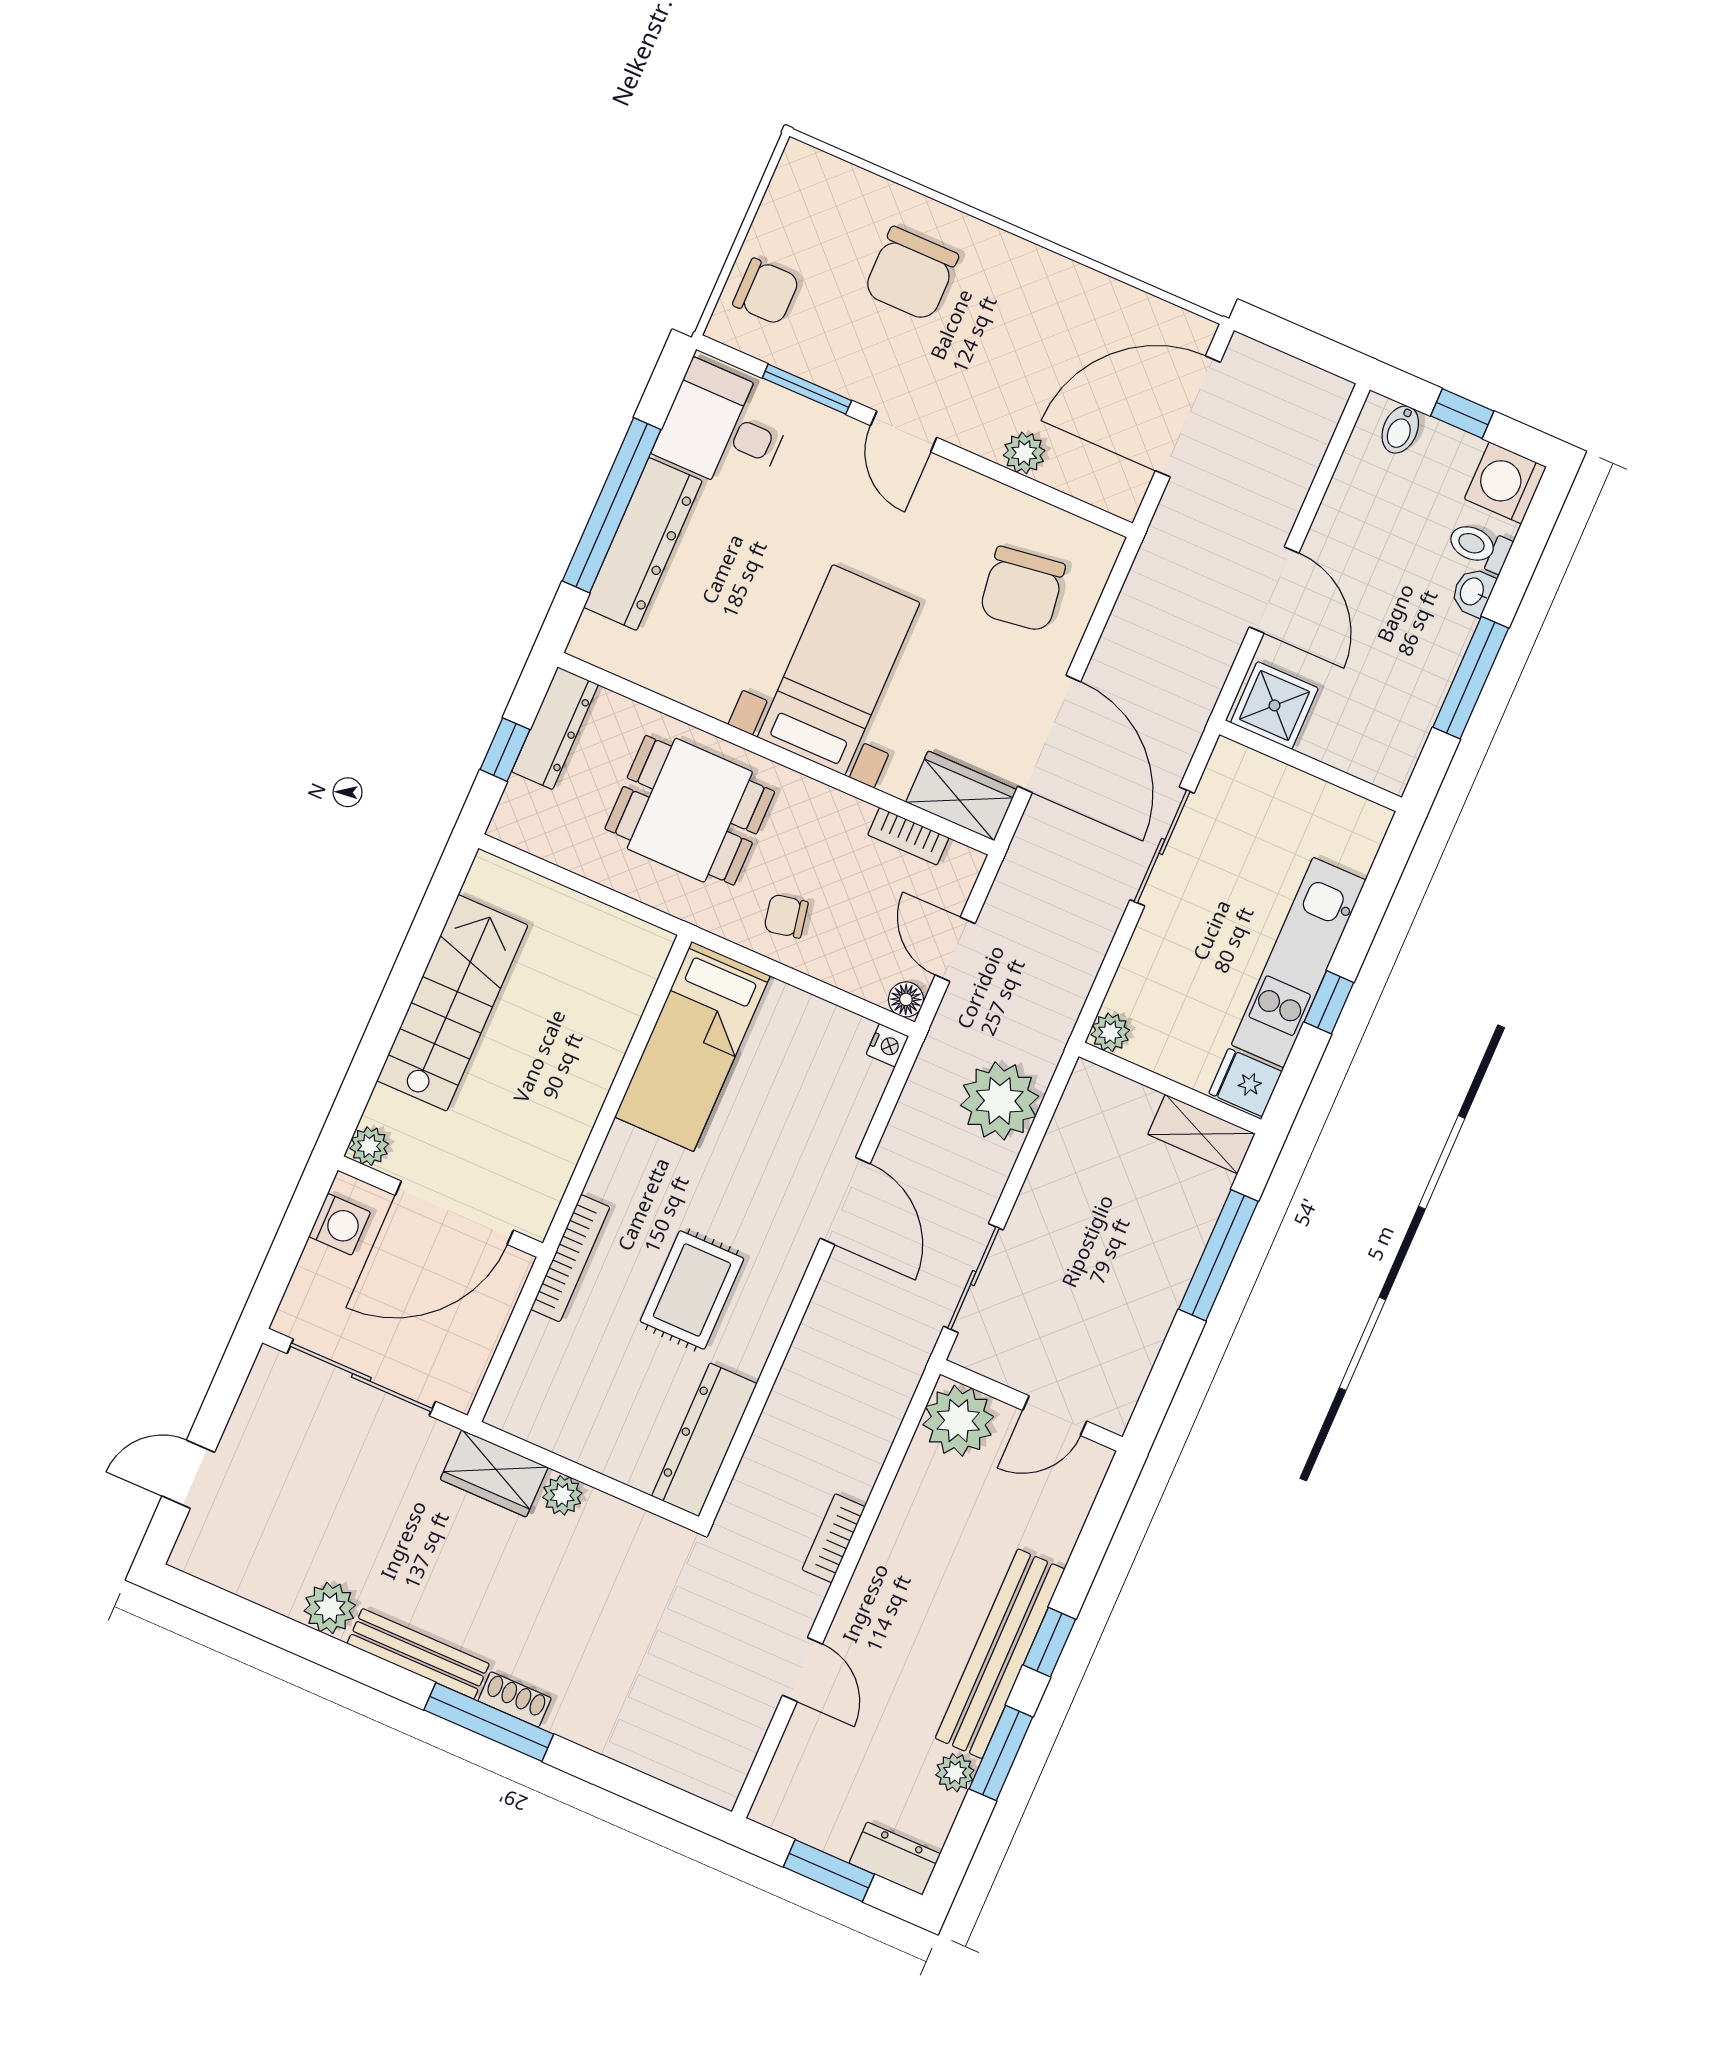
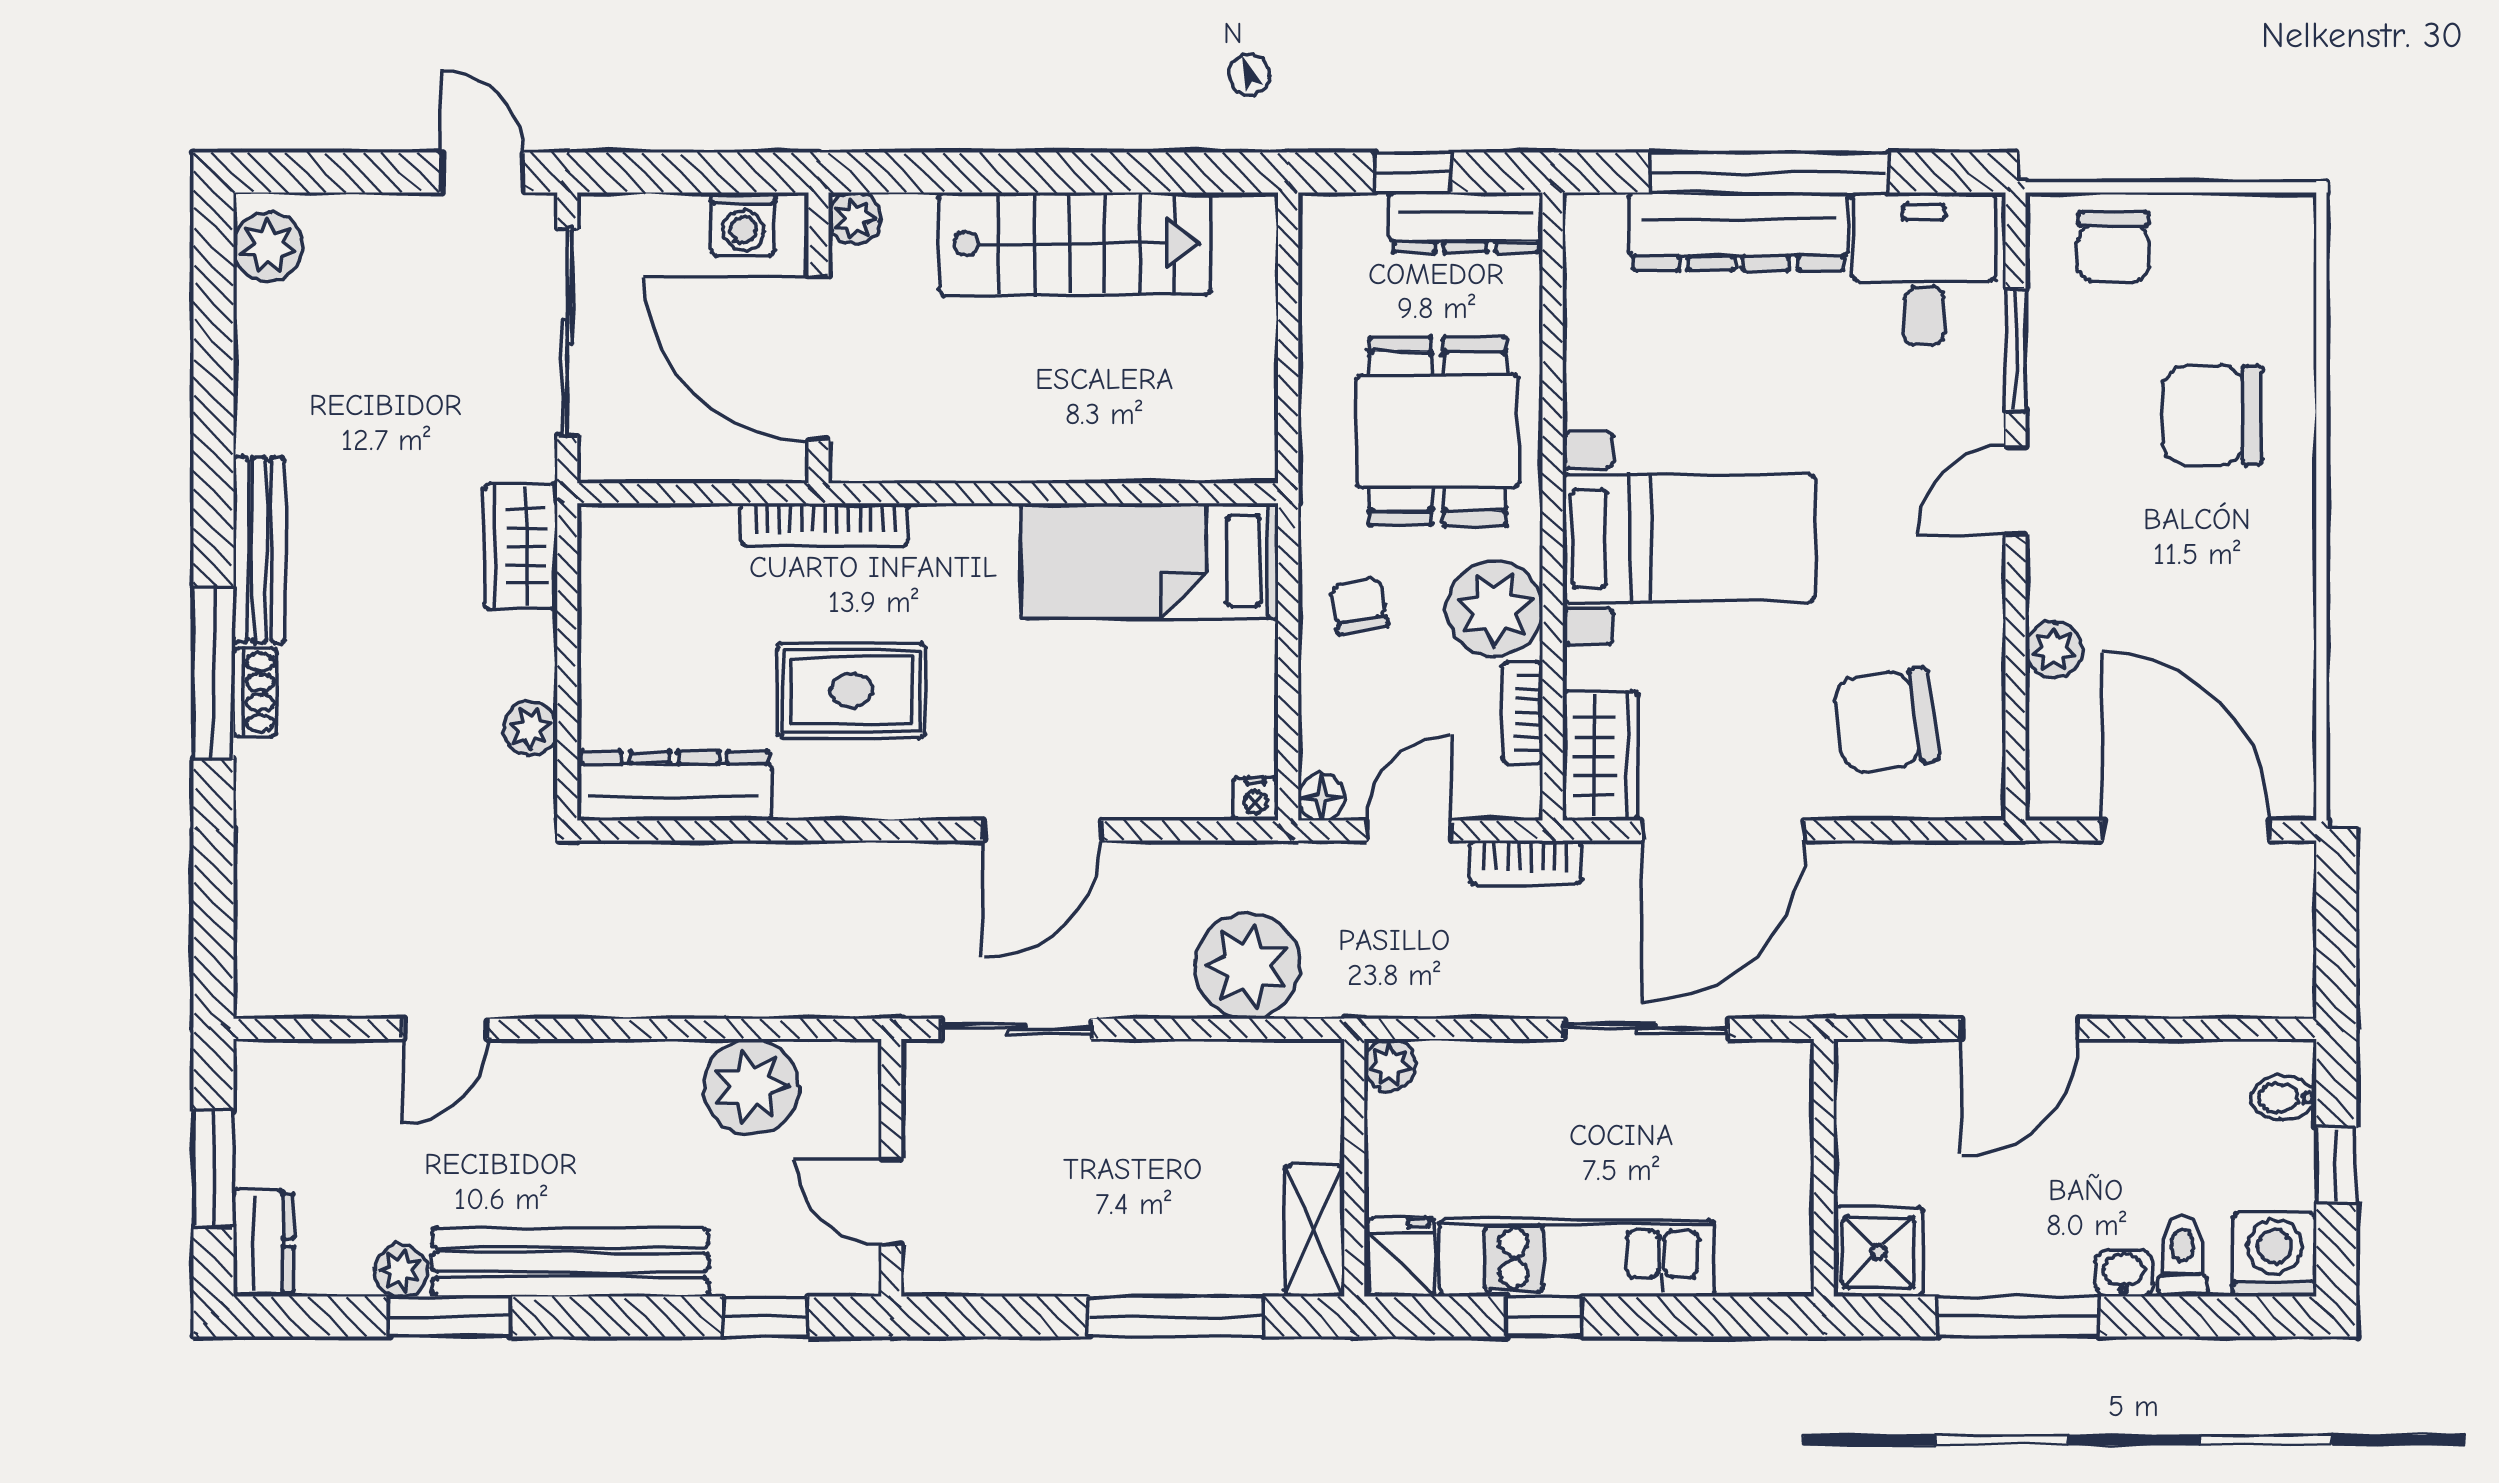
shower: (1274, 705) -> (1878, 1252), moved
plant: (829, 824) -> (1495, 609), added
plant: (958, 1421) -> (751, 1087), moved
door: (188, 1474) -> (482, 172), moved
plant: (562, 1495) -> (530, 728), moved
bookcase: (834, 1538) -> (1525, 863), moved, turned 180
plant: (330, 1608) -> (268, 247), moved
window: (1049, 1642) -> (766, 1317), moved

